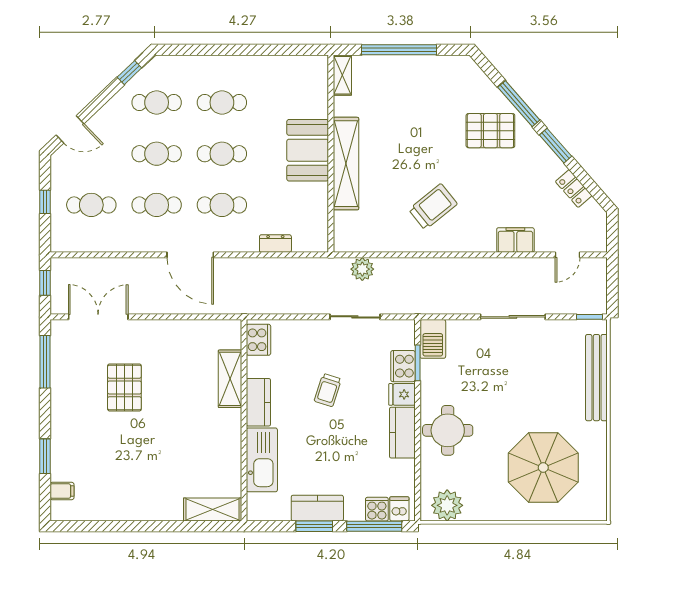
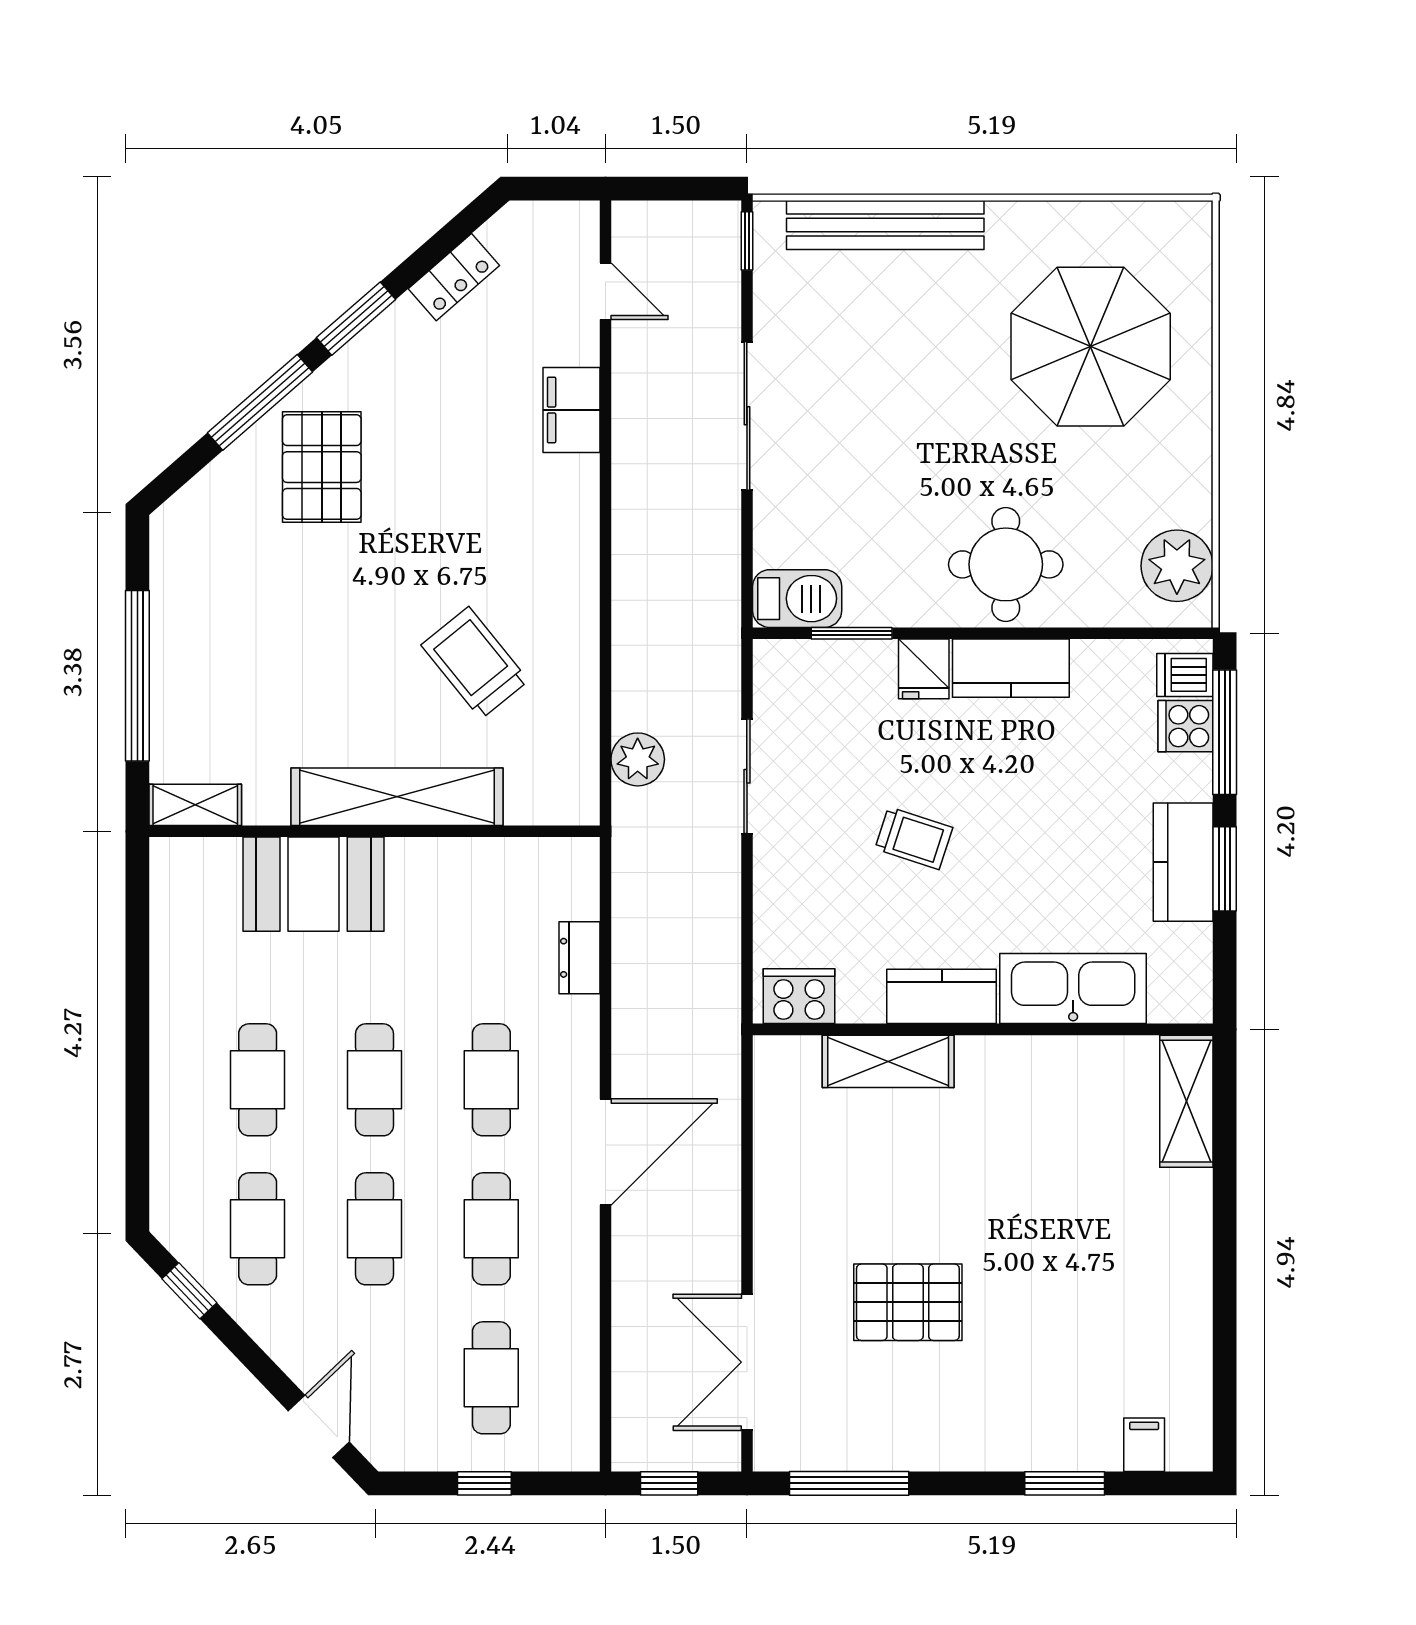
booth: (308, 150) -> (314, 884), moved
trolley: (433, 207) -> (475, 663), moved
cooker: (403, 366) -> (859, 667), removed

